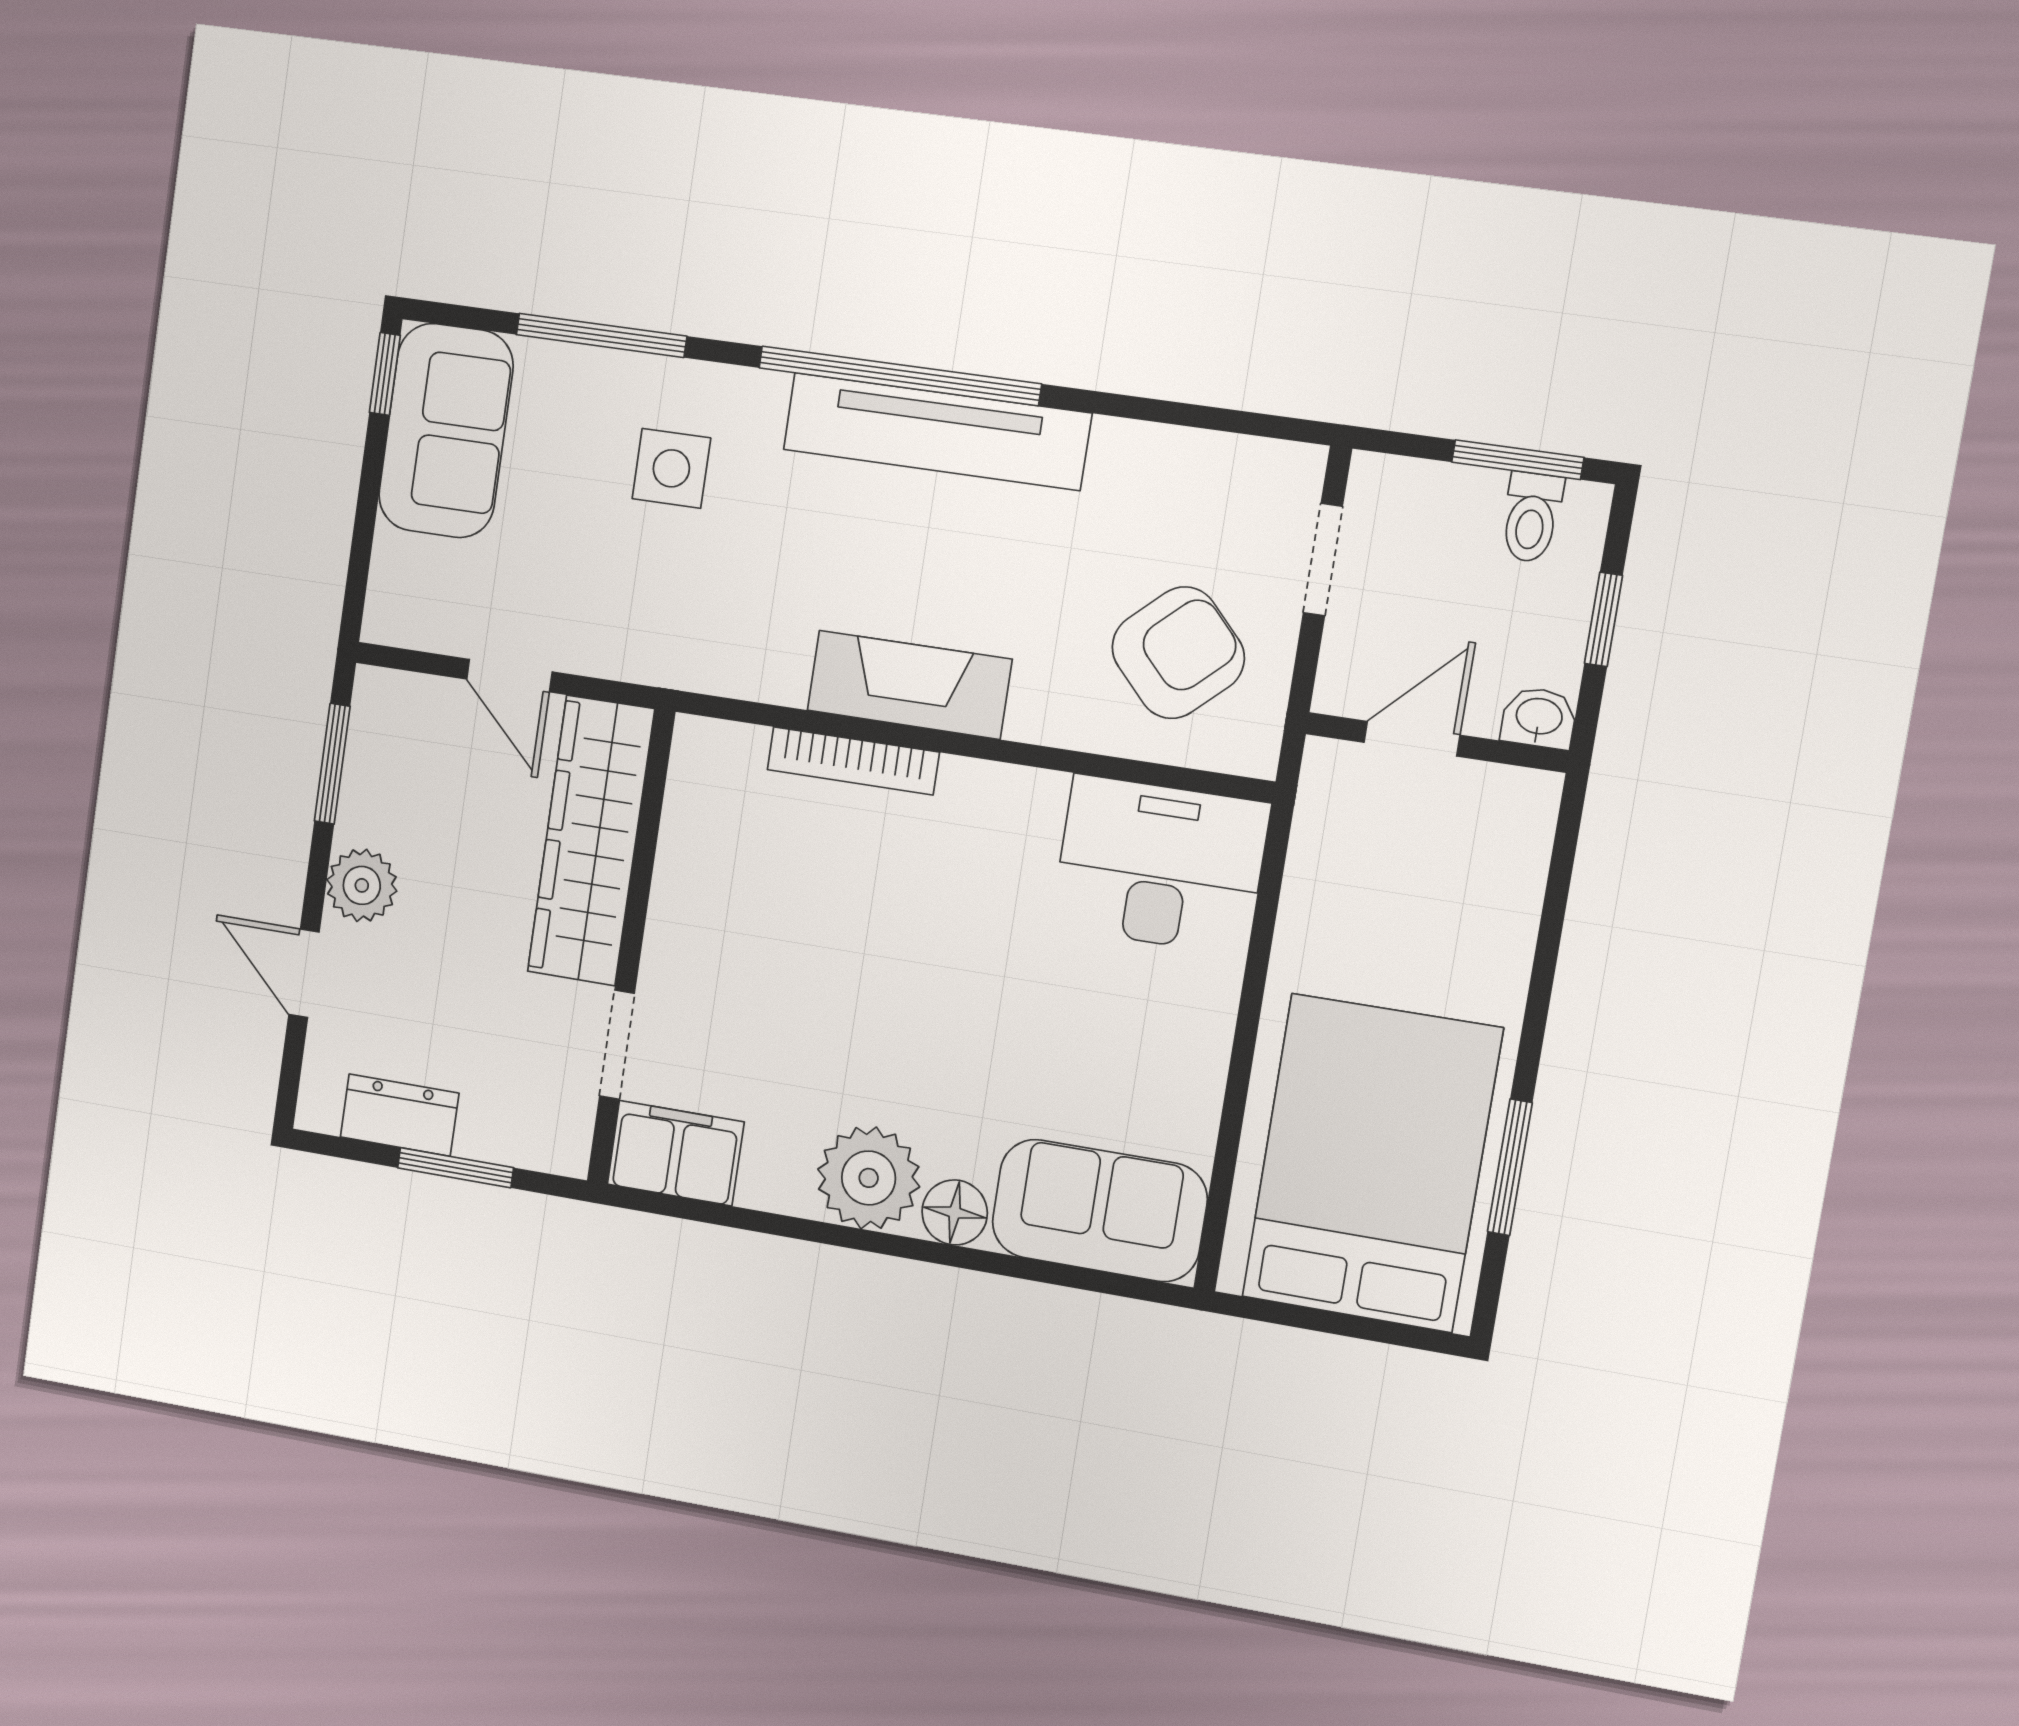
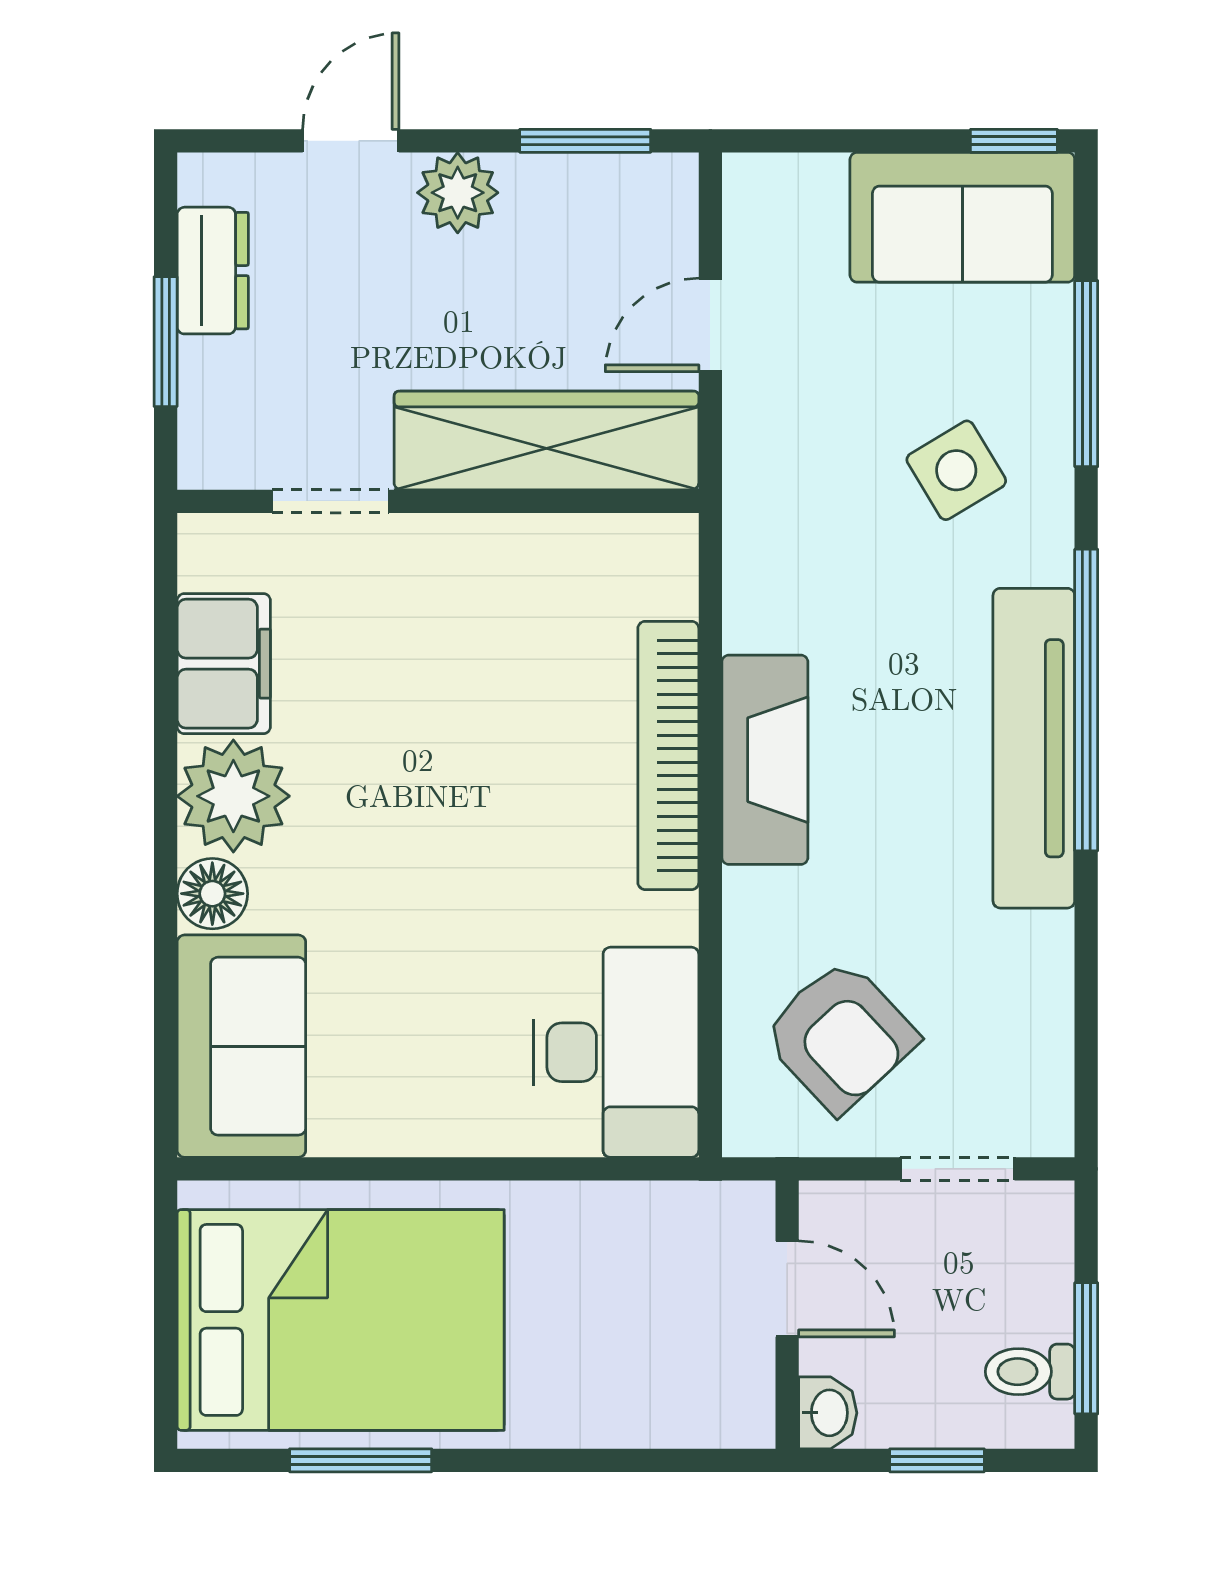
side table: (671, 468) -> (956, 470), turned -31
bookcase: (853, 761) -> (668, 755), width x1.48, depth x1.31
filing cabinet: (676, 1153) -> (224, 664), moved

